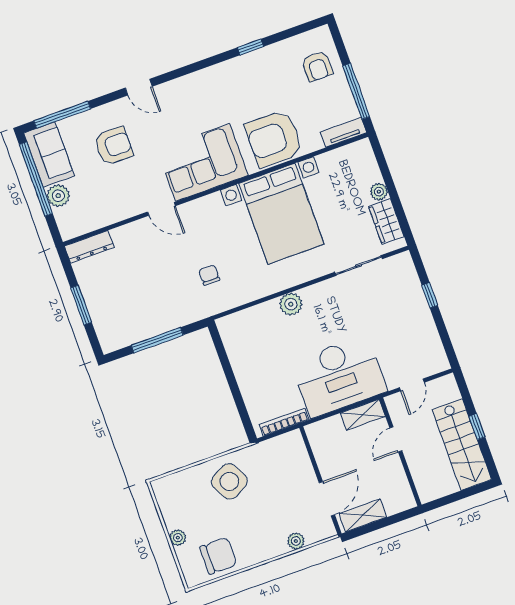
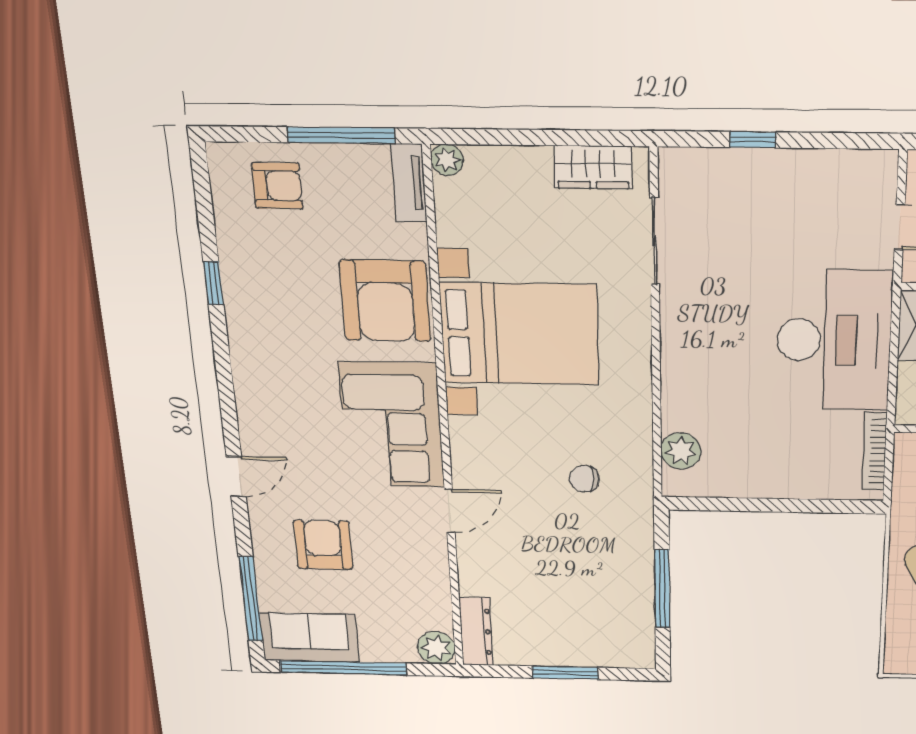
plant: (379, 192) -> (447, 160), moved
plant: (58, 196) -> (436, 648), moved
plant: (291, 304) -> (681, 451), moved

